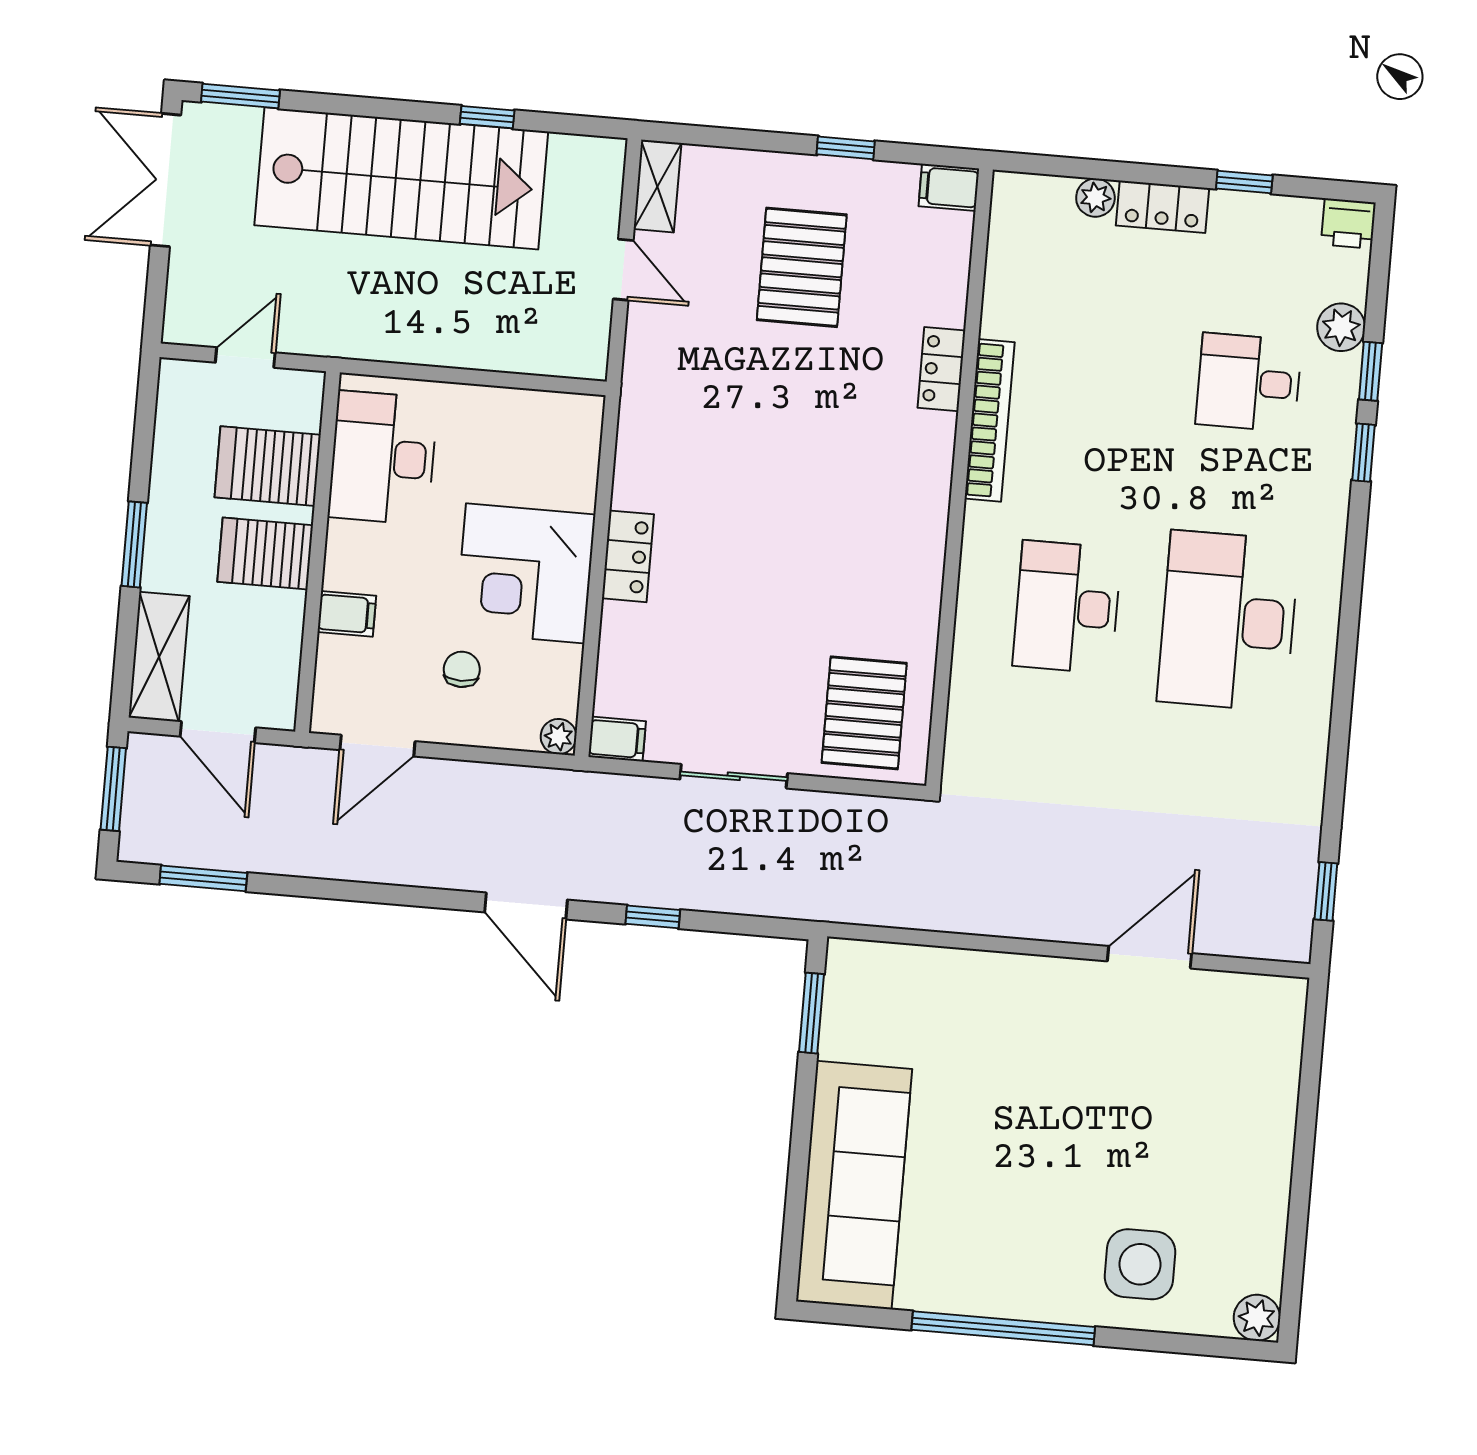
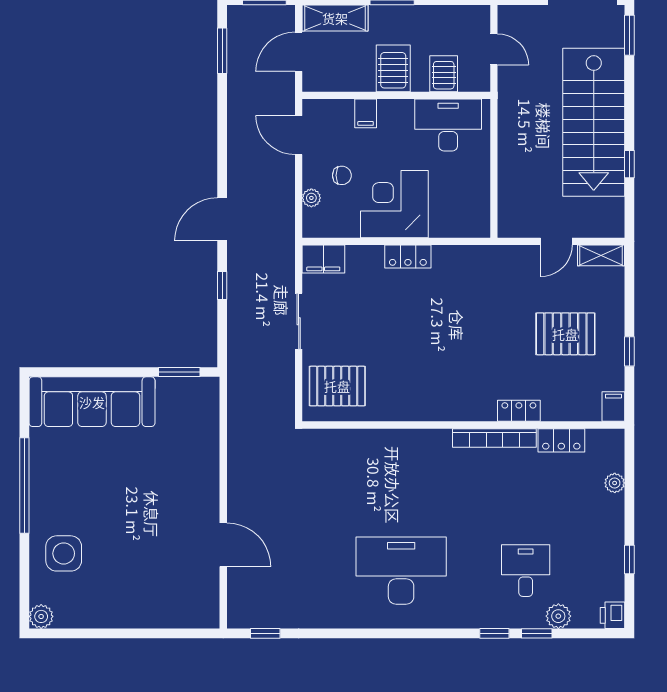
locker: (1163, 207) -> (561, 440), moved, turned -90
server rack: (268, 466) -> (444, 74), width x0.73, depth x0.70
desk: (1067, 607) -> (401, 486), removed
plant: (559, 737) -> (311, 198), moved
filing cabinet: (617, 739) -> (323, 259), width x2.00

